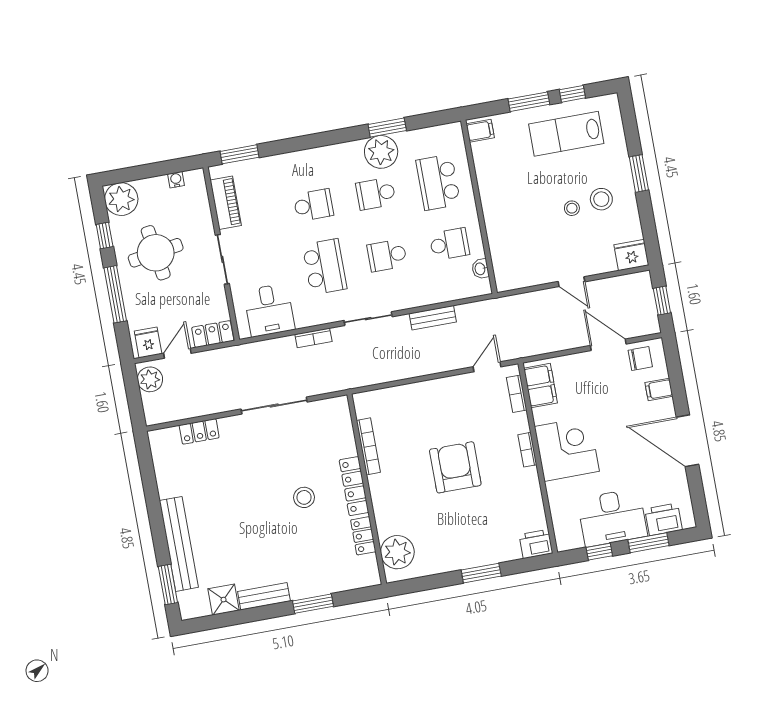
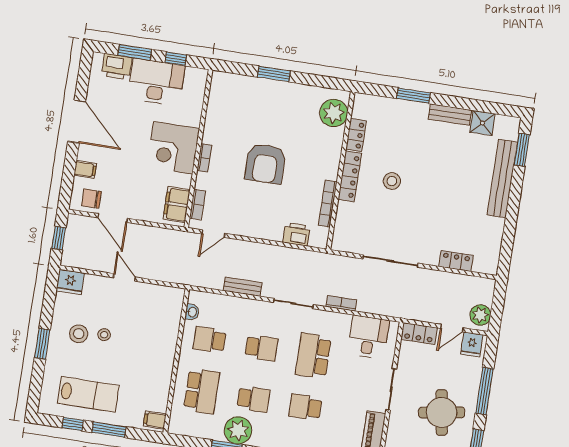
printer: (536, 544) -> (297, 234), moved, turned 180

